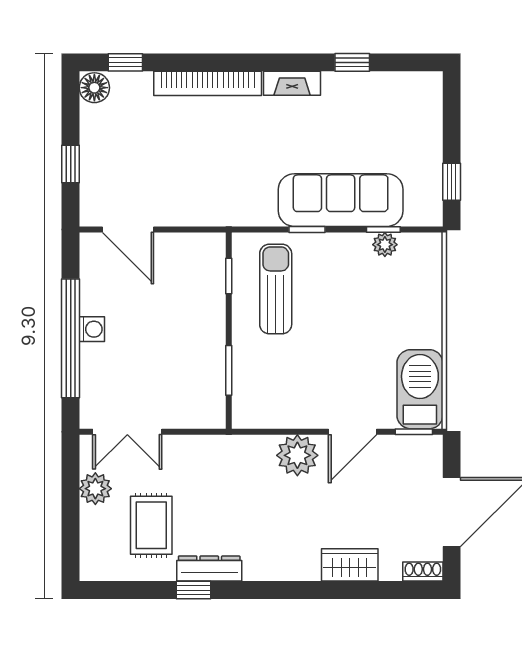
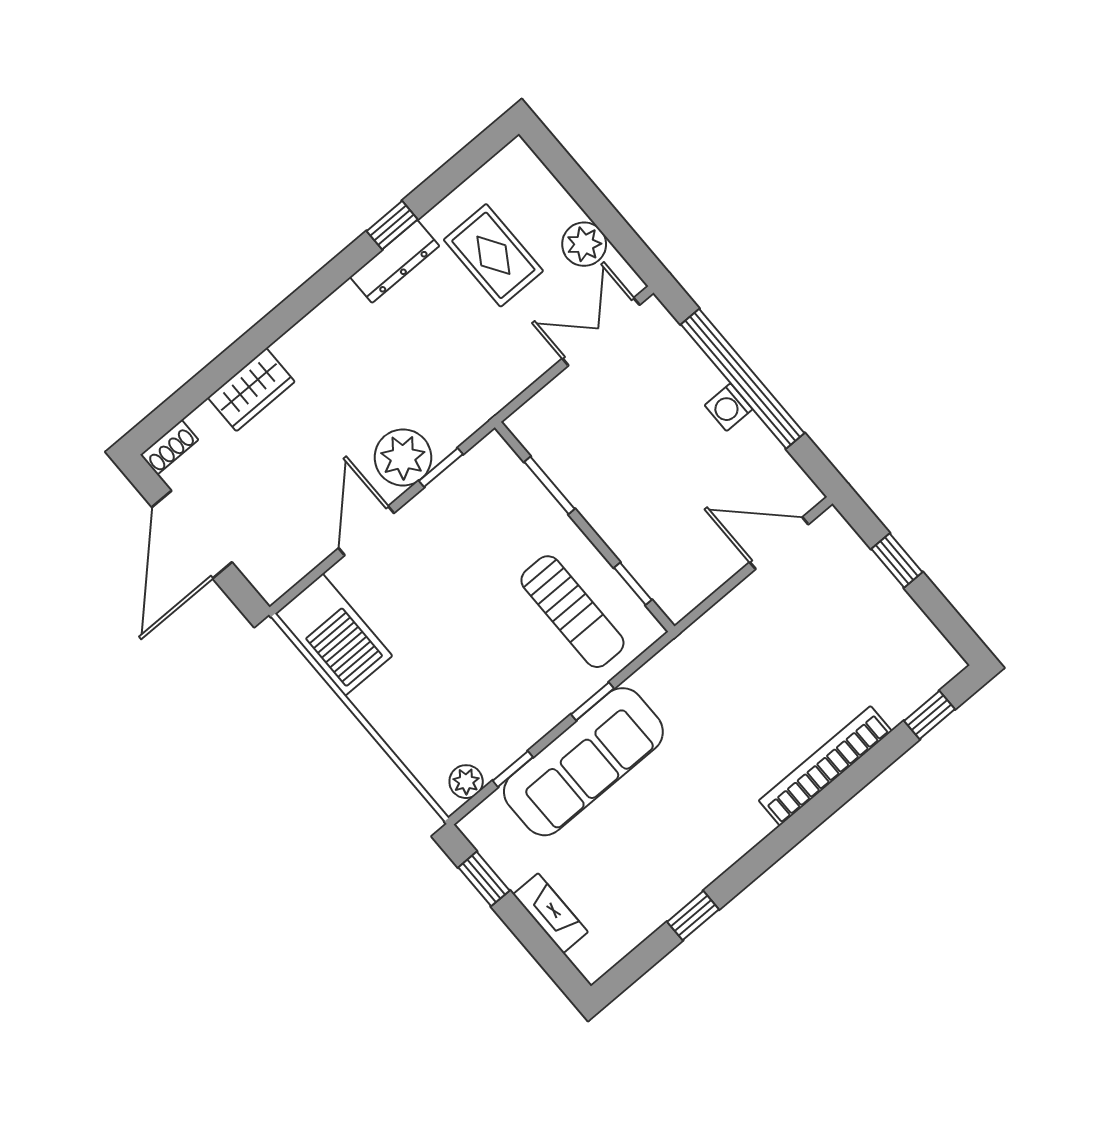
fireplace: (292, 83) -> (550, 913), moved, turned 90
floor lamp: (94, 88) -> (939, 661), removed
plant: (385, 245) -> (466, 782), moved
window: (414, 432) -> (441, 468), moved

